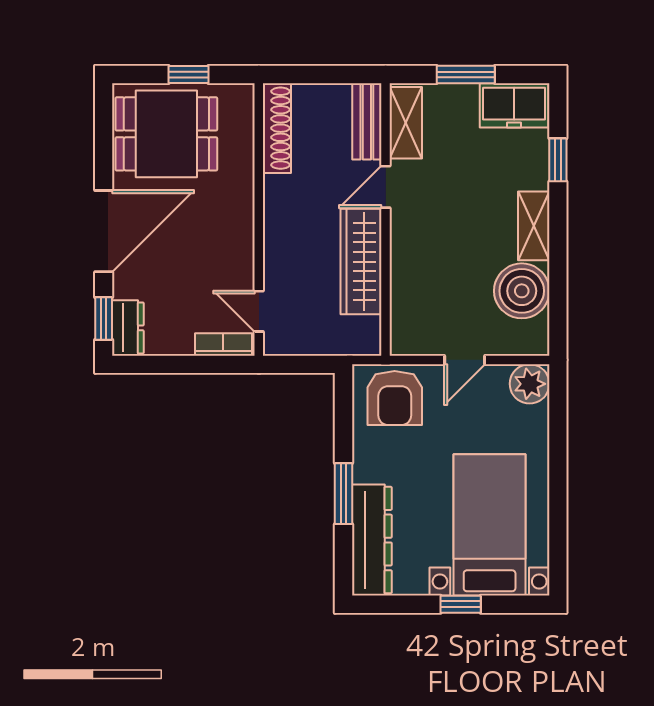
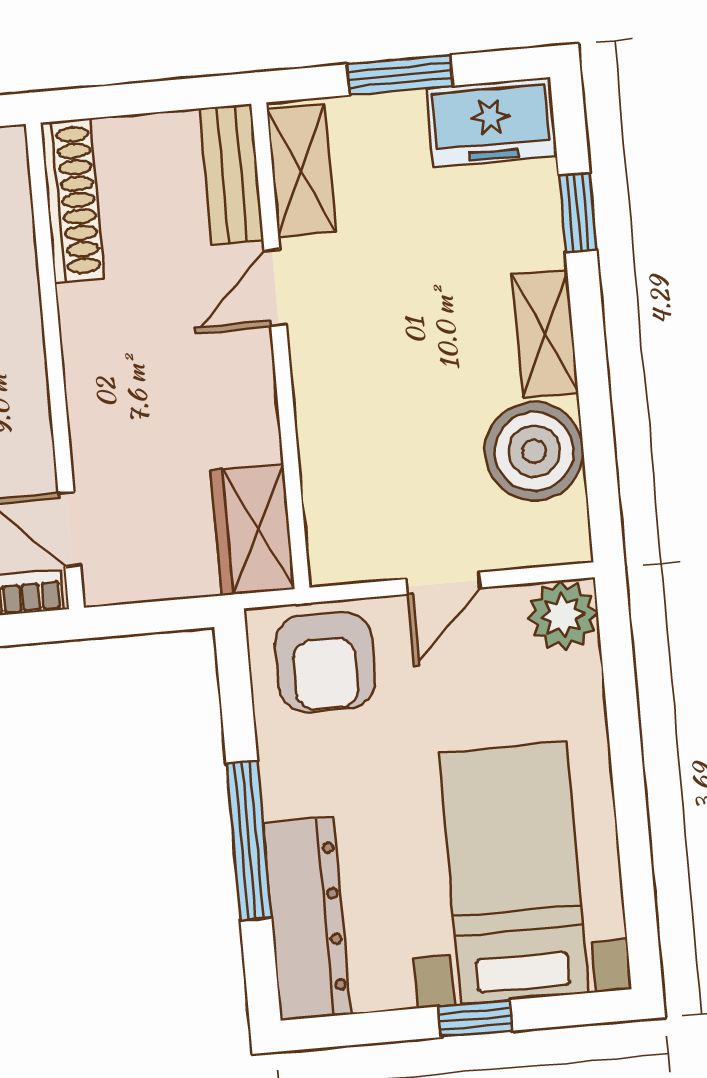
wardrobe: (361, 262) -> (253, 530), moved, width x0.67
window: (343, 494) -> (249, 841), width x1.44

